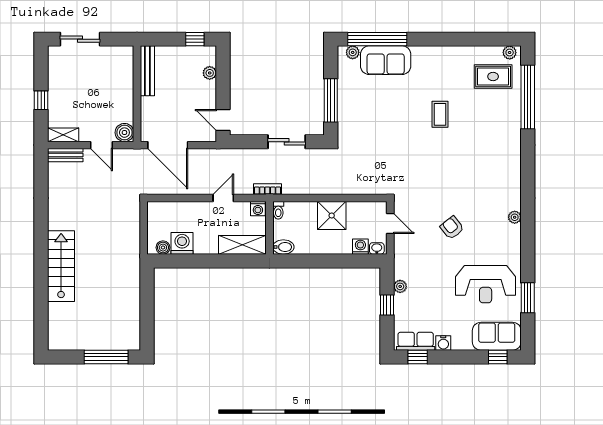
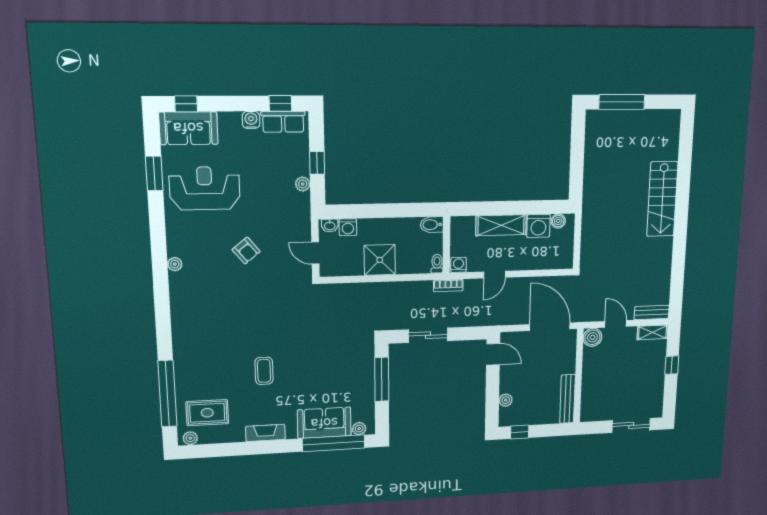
fireplace: (441, 53) -> (265, 433), added
shelving: (242, 245) -> (501, 225), moved

